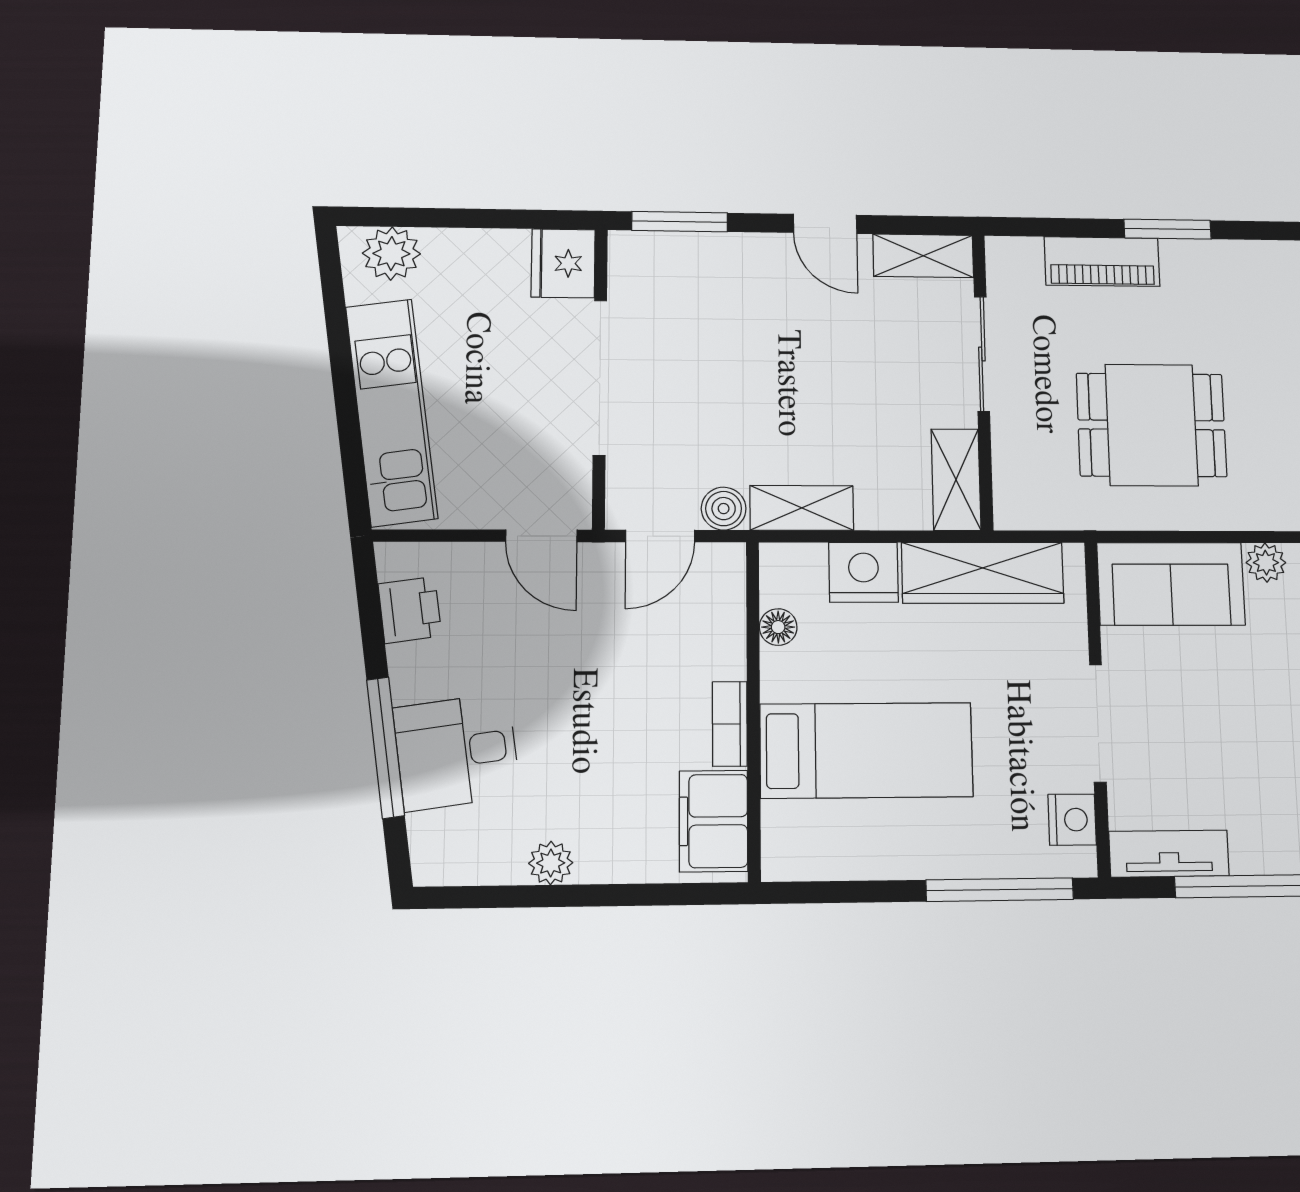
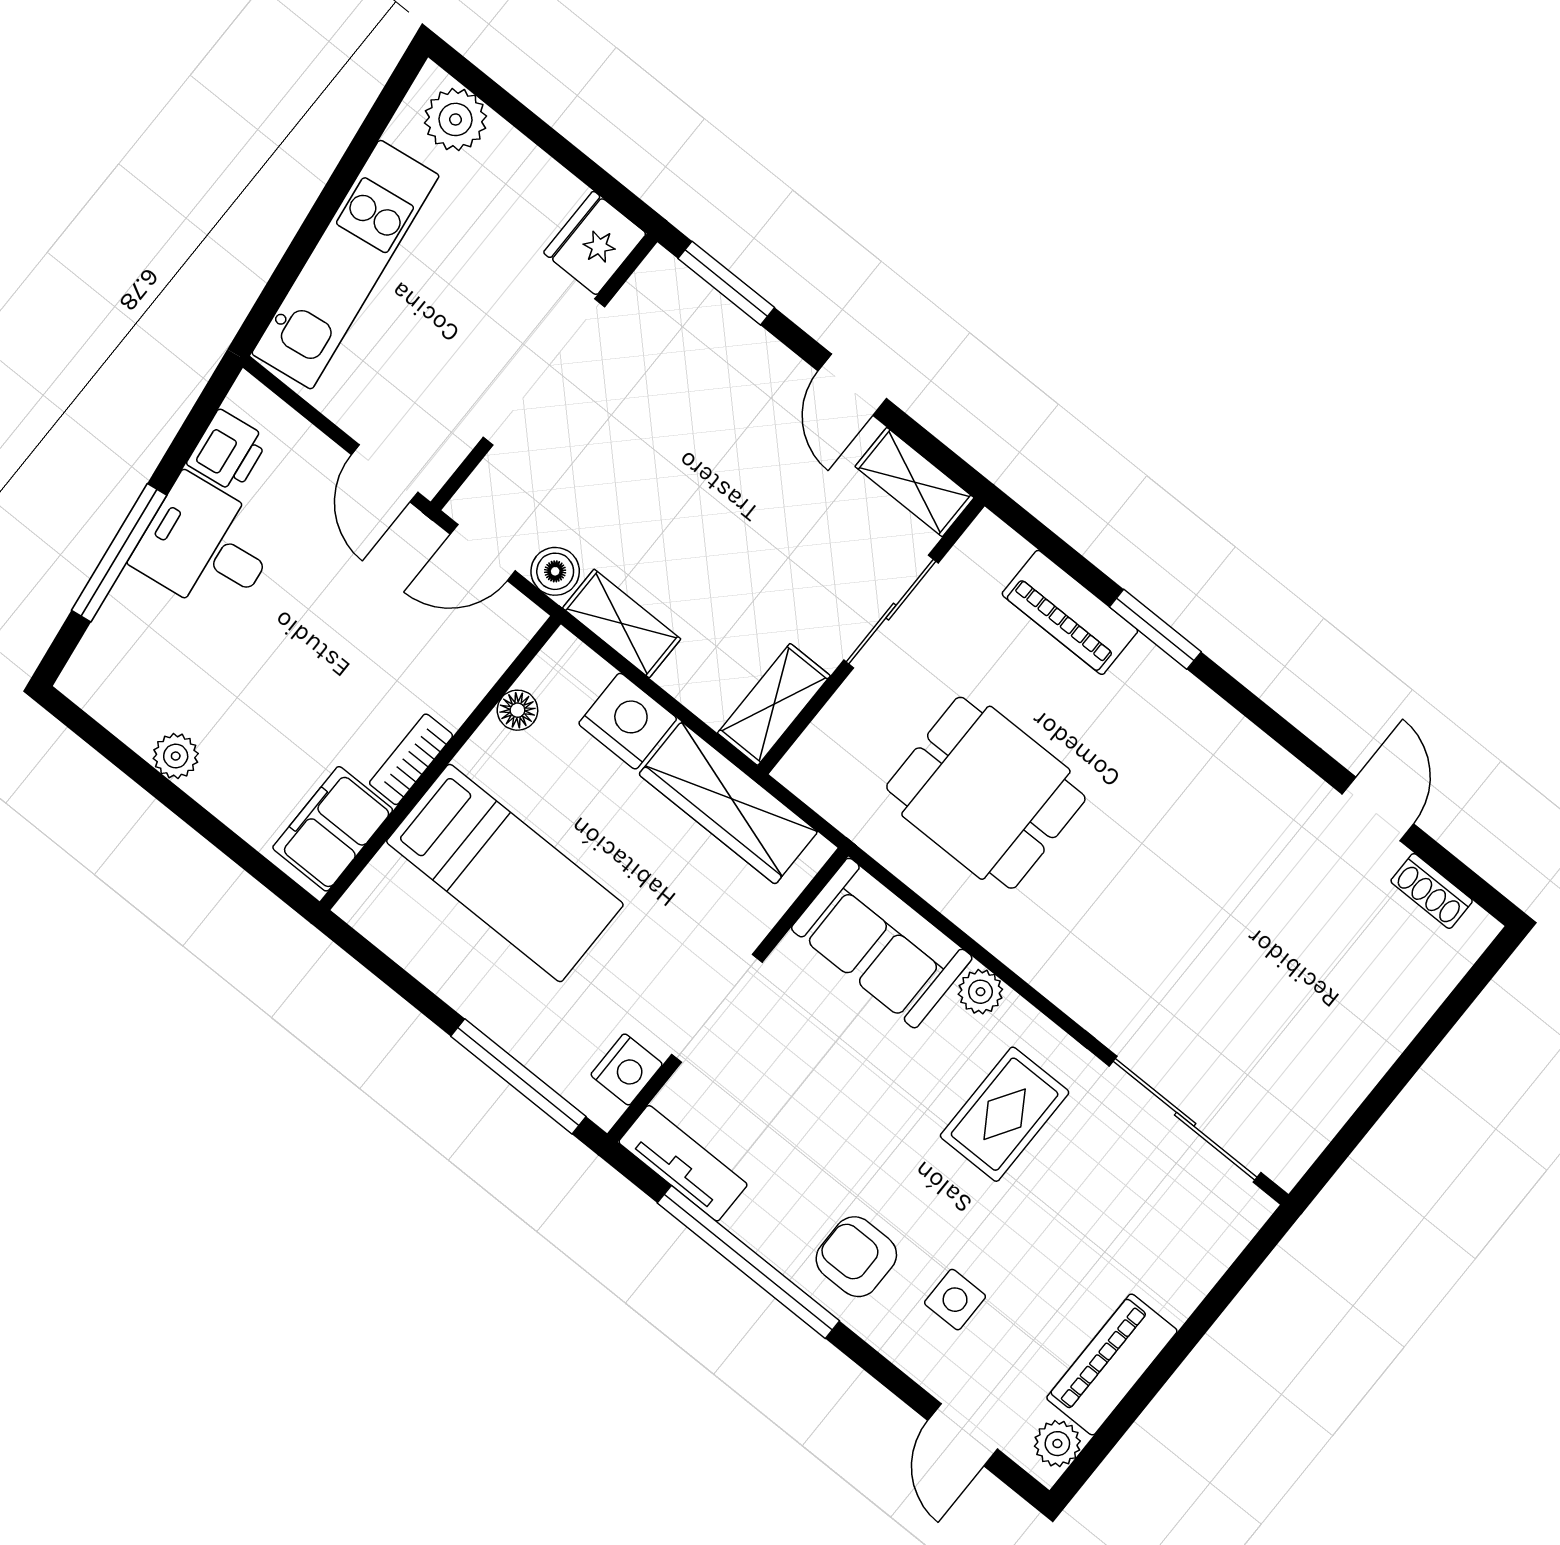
desk: (457, 752) -> (206, 547), moved

